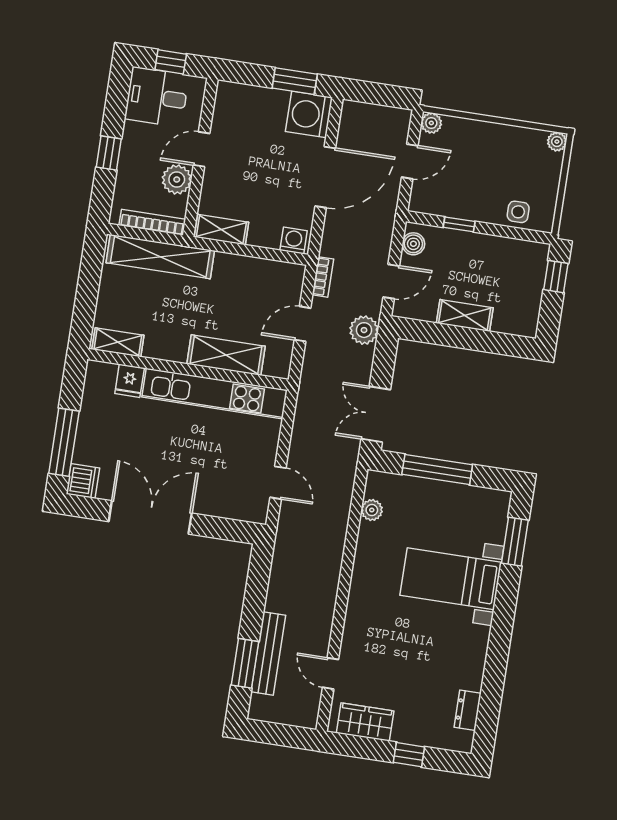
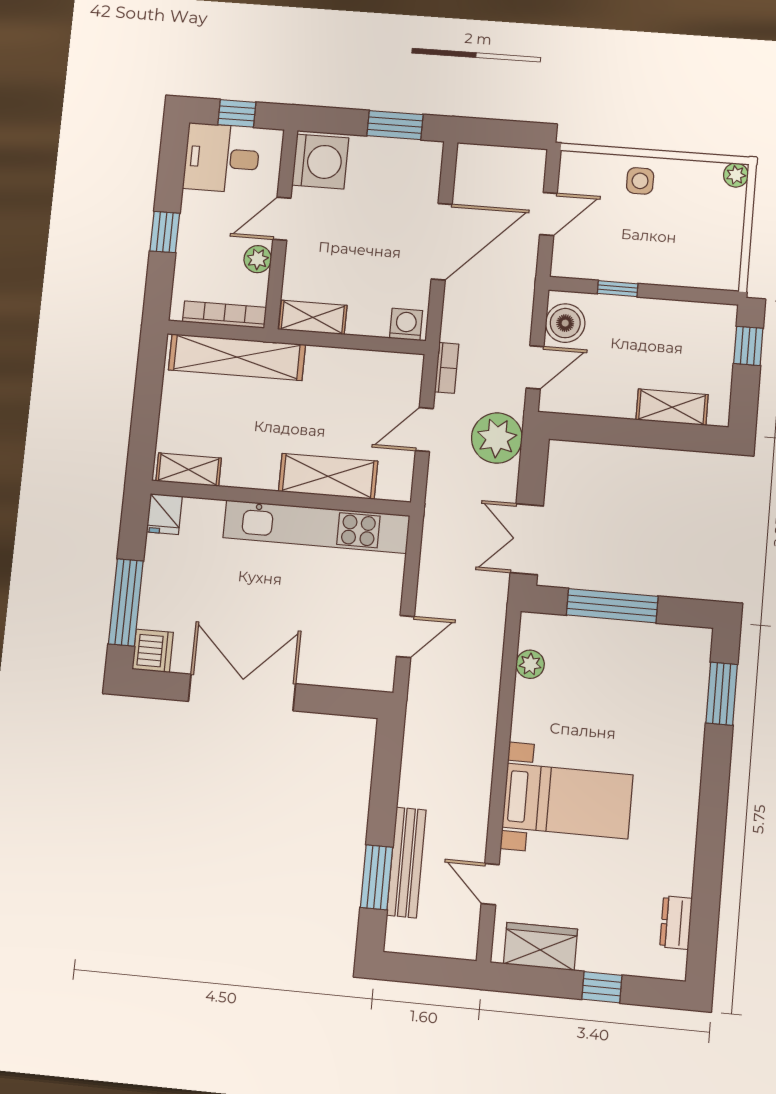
washing machine: (309, 114) -> (320, 162), moved, turned 180
plant: (431, 123) -> (573, 164), removed
plant: (177, 179) -> (258, 259), width x0.73, depth x0.73
side table: (518, 212) -> (640, 181), moved
boiler: (413, 244) -> (565, 323), width x1.36, depth x1.36
shelving: (465, 316) -> (672, 407), moved
plant: (364, 330) -> (497, 438), width x1.36, depth x1.36
fridge: (130, 381) -> (164, 514), moved
door: (278, 483) -> (405, 637), hinge flipped
bed with nightstands: (451, 579) -> (567, 801), moved, turned 180

